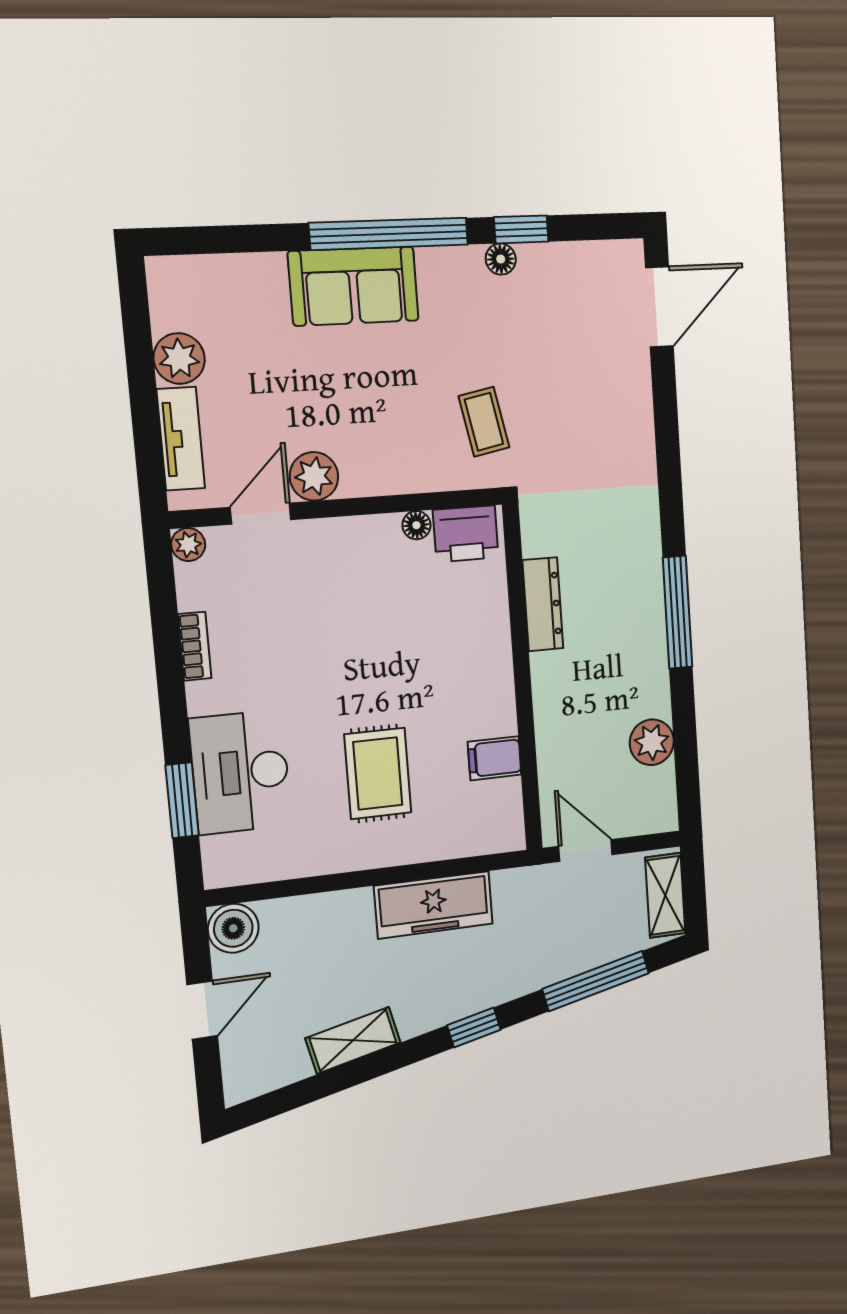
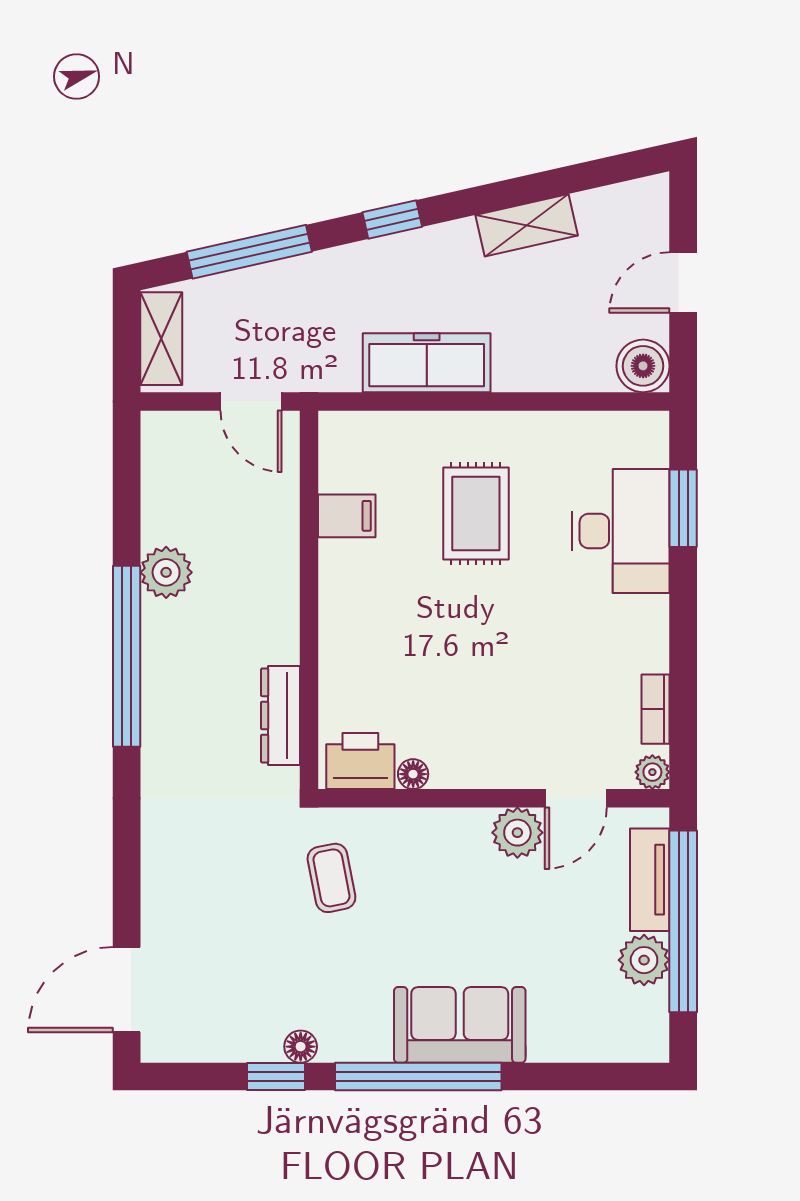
window: (144, 399) -> (683, 921), added
dresser: (543, 604) -> (281, 715), moved
window: (678, 612) -> (127, 656), width x1.46
bookcase: (195, 646) -> (656, 709), moved
plant: (652, 742) -> (166, 572), moved

